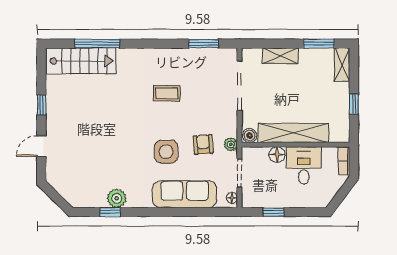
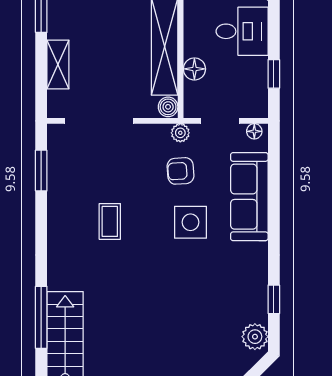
desk: (304, 165) -> (242, 31), moved, turned 180
plant: (117, 198) -> (255, 337), moved

